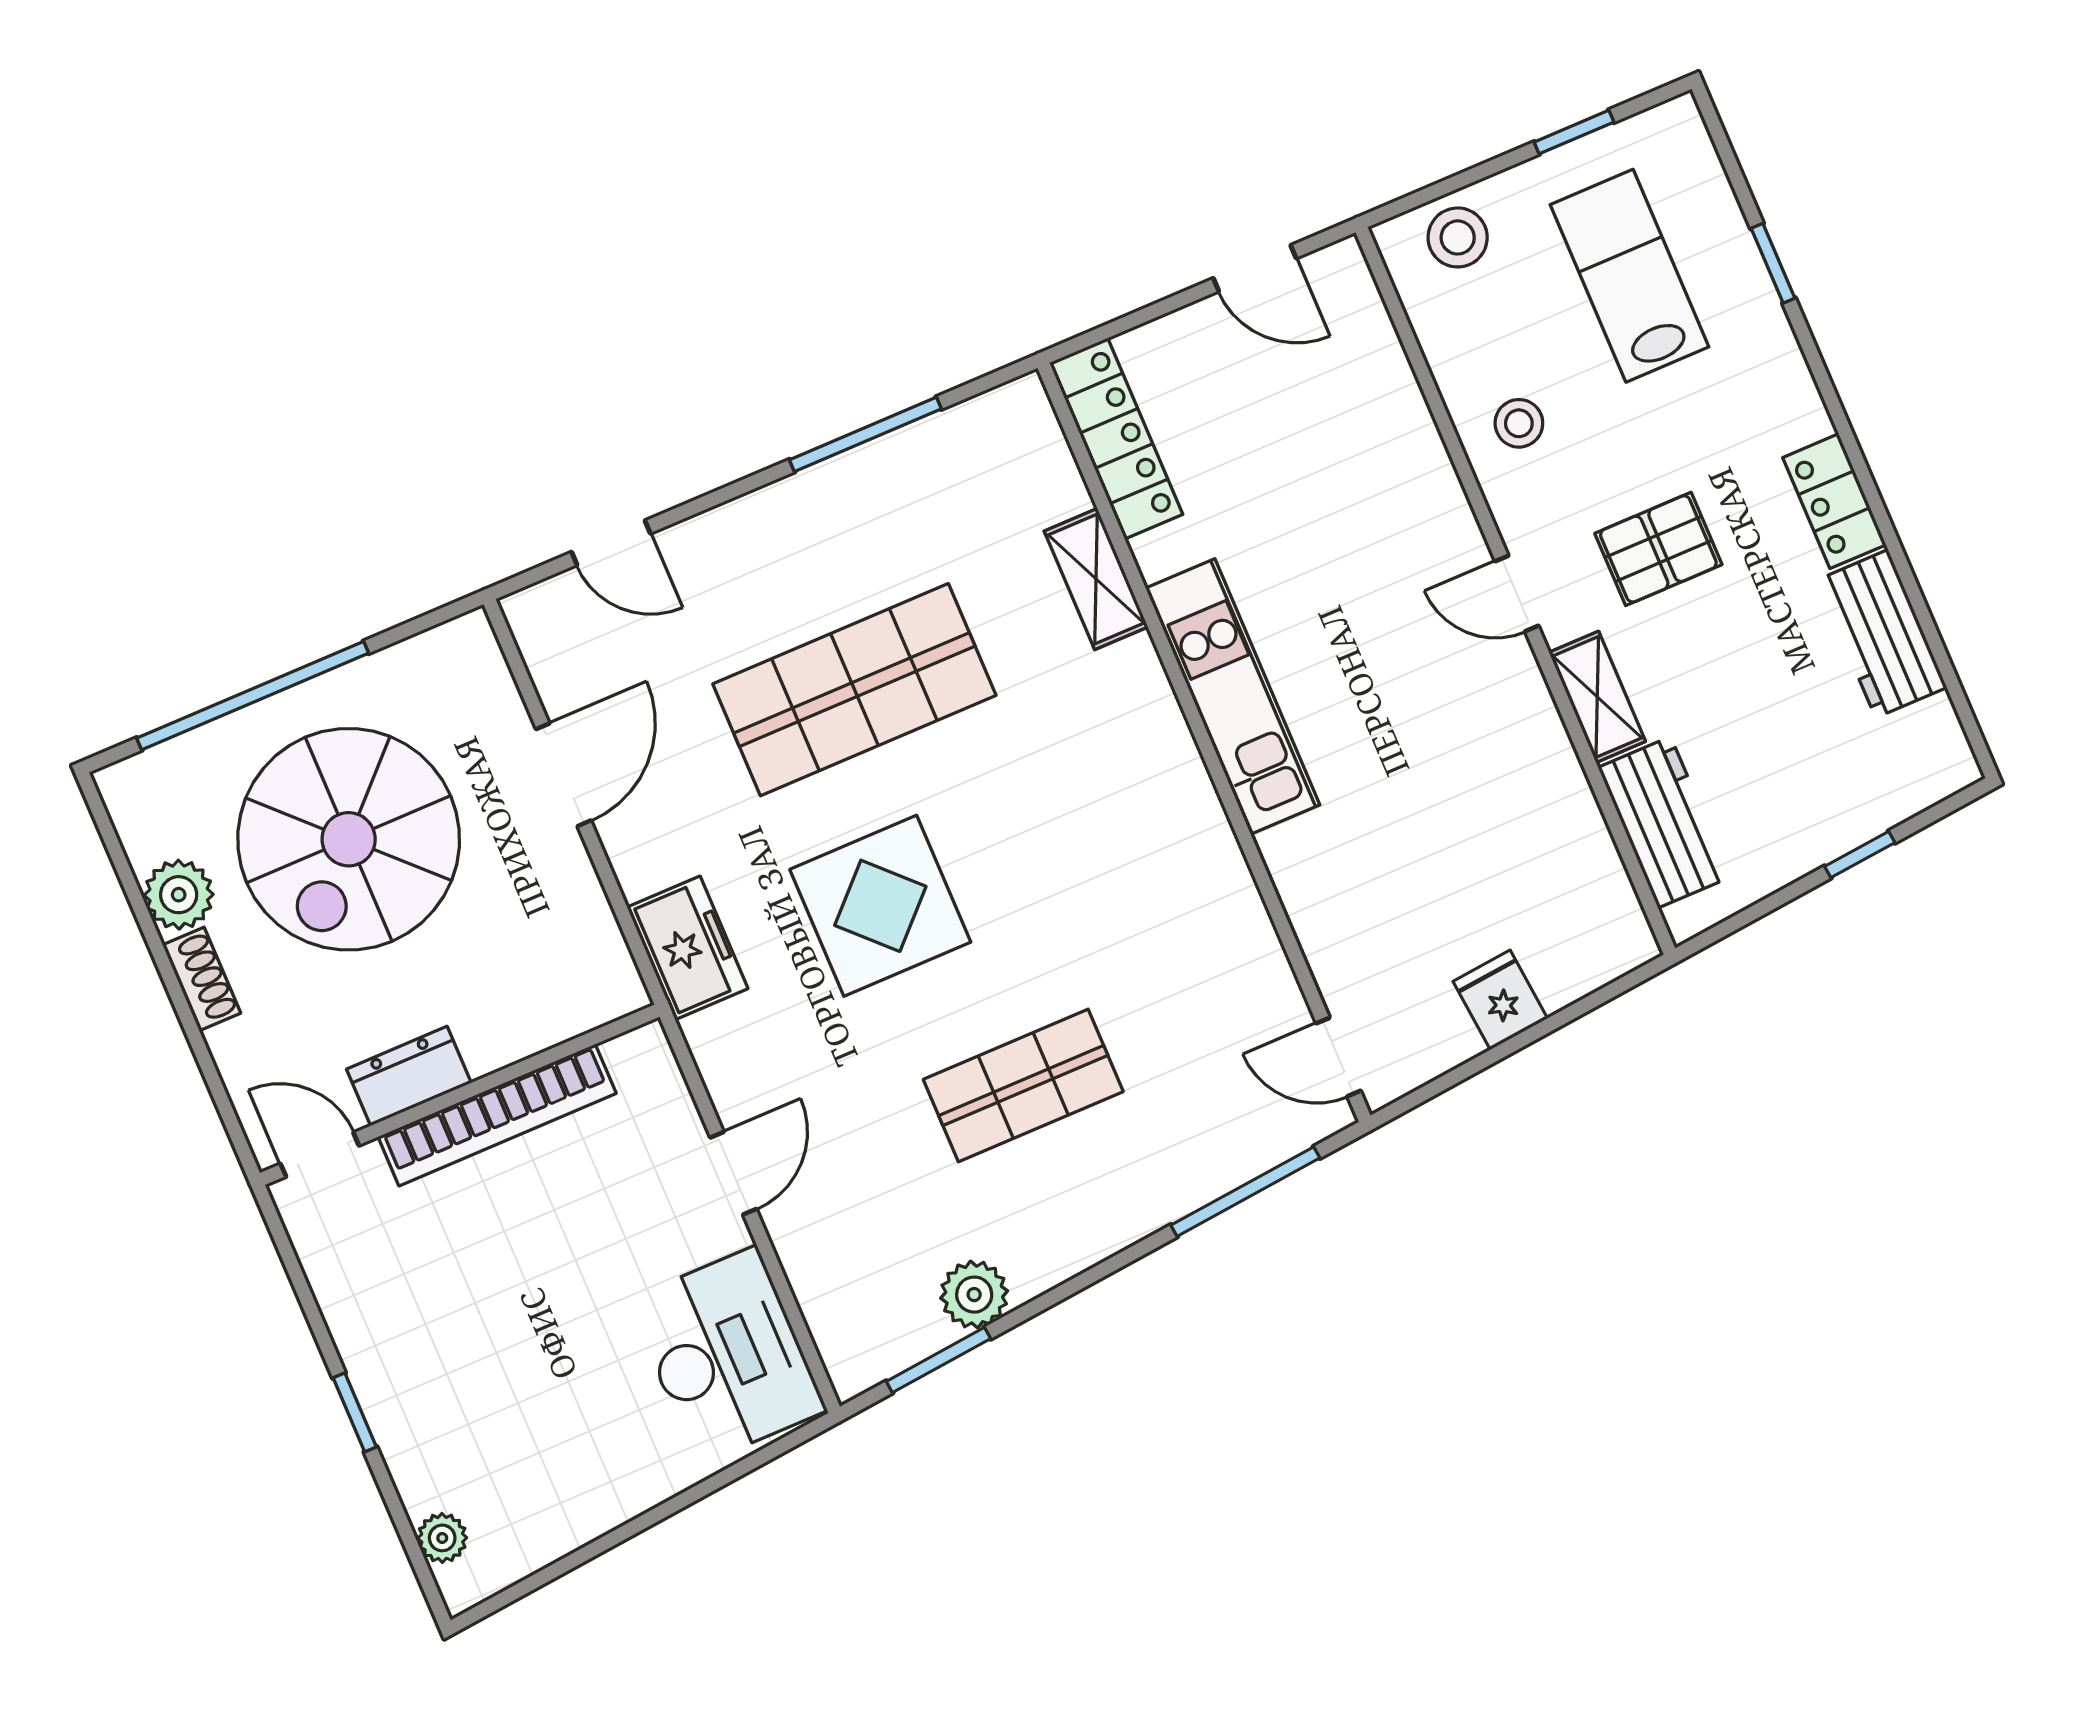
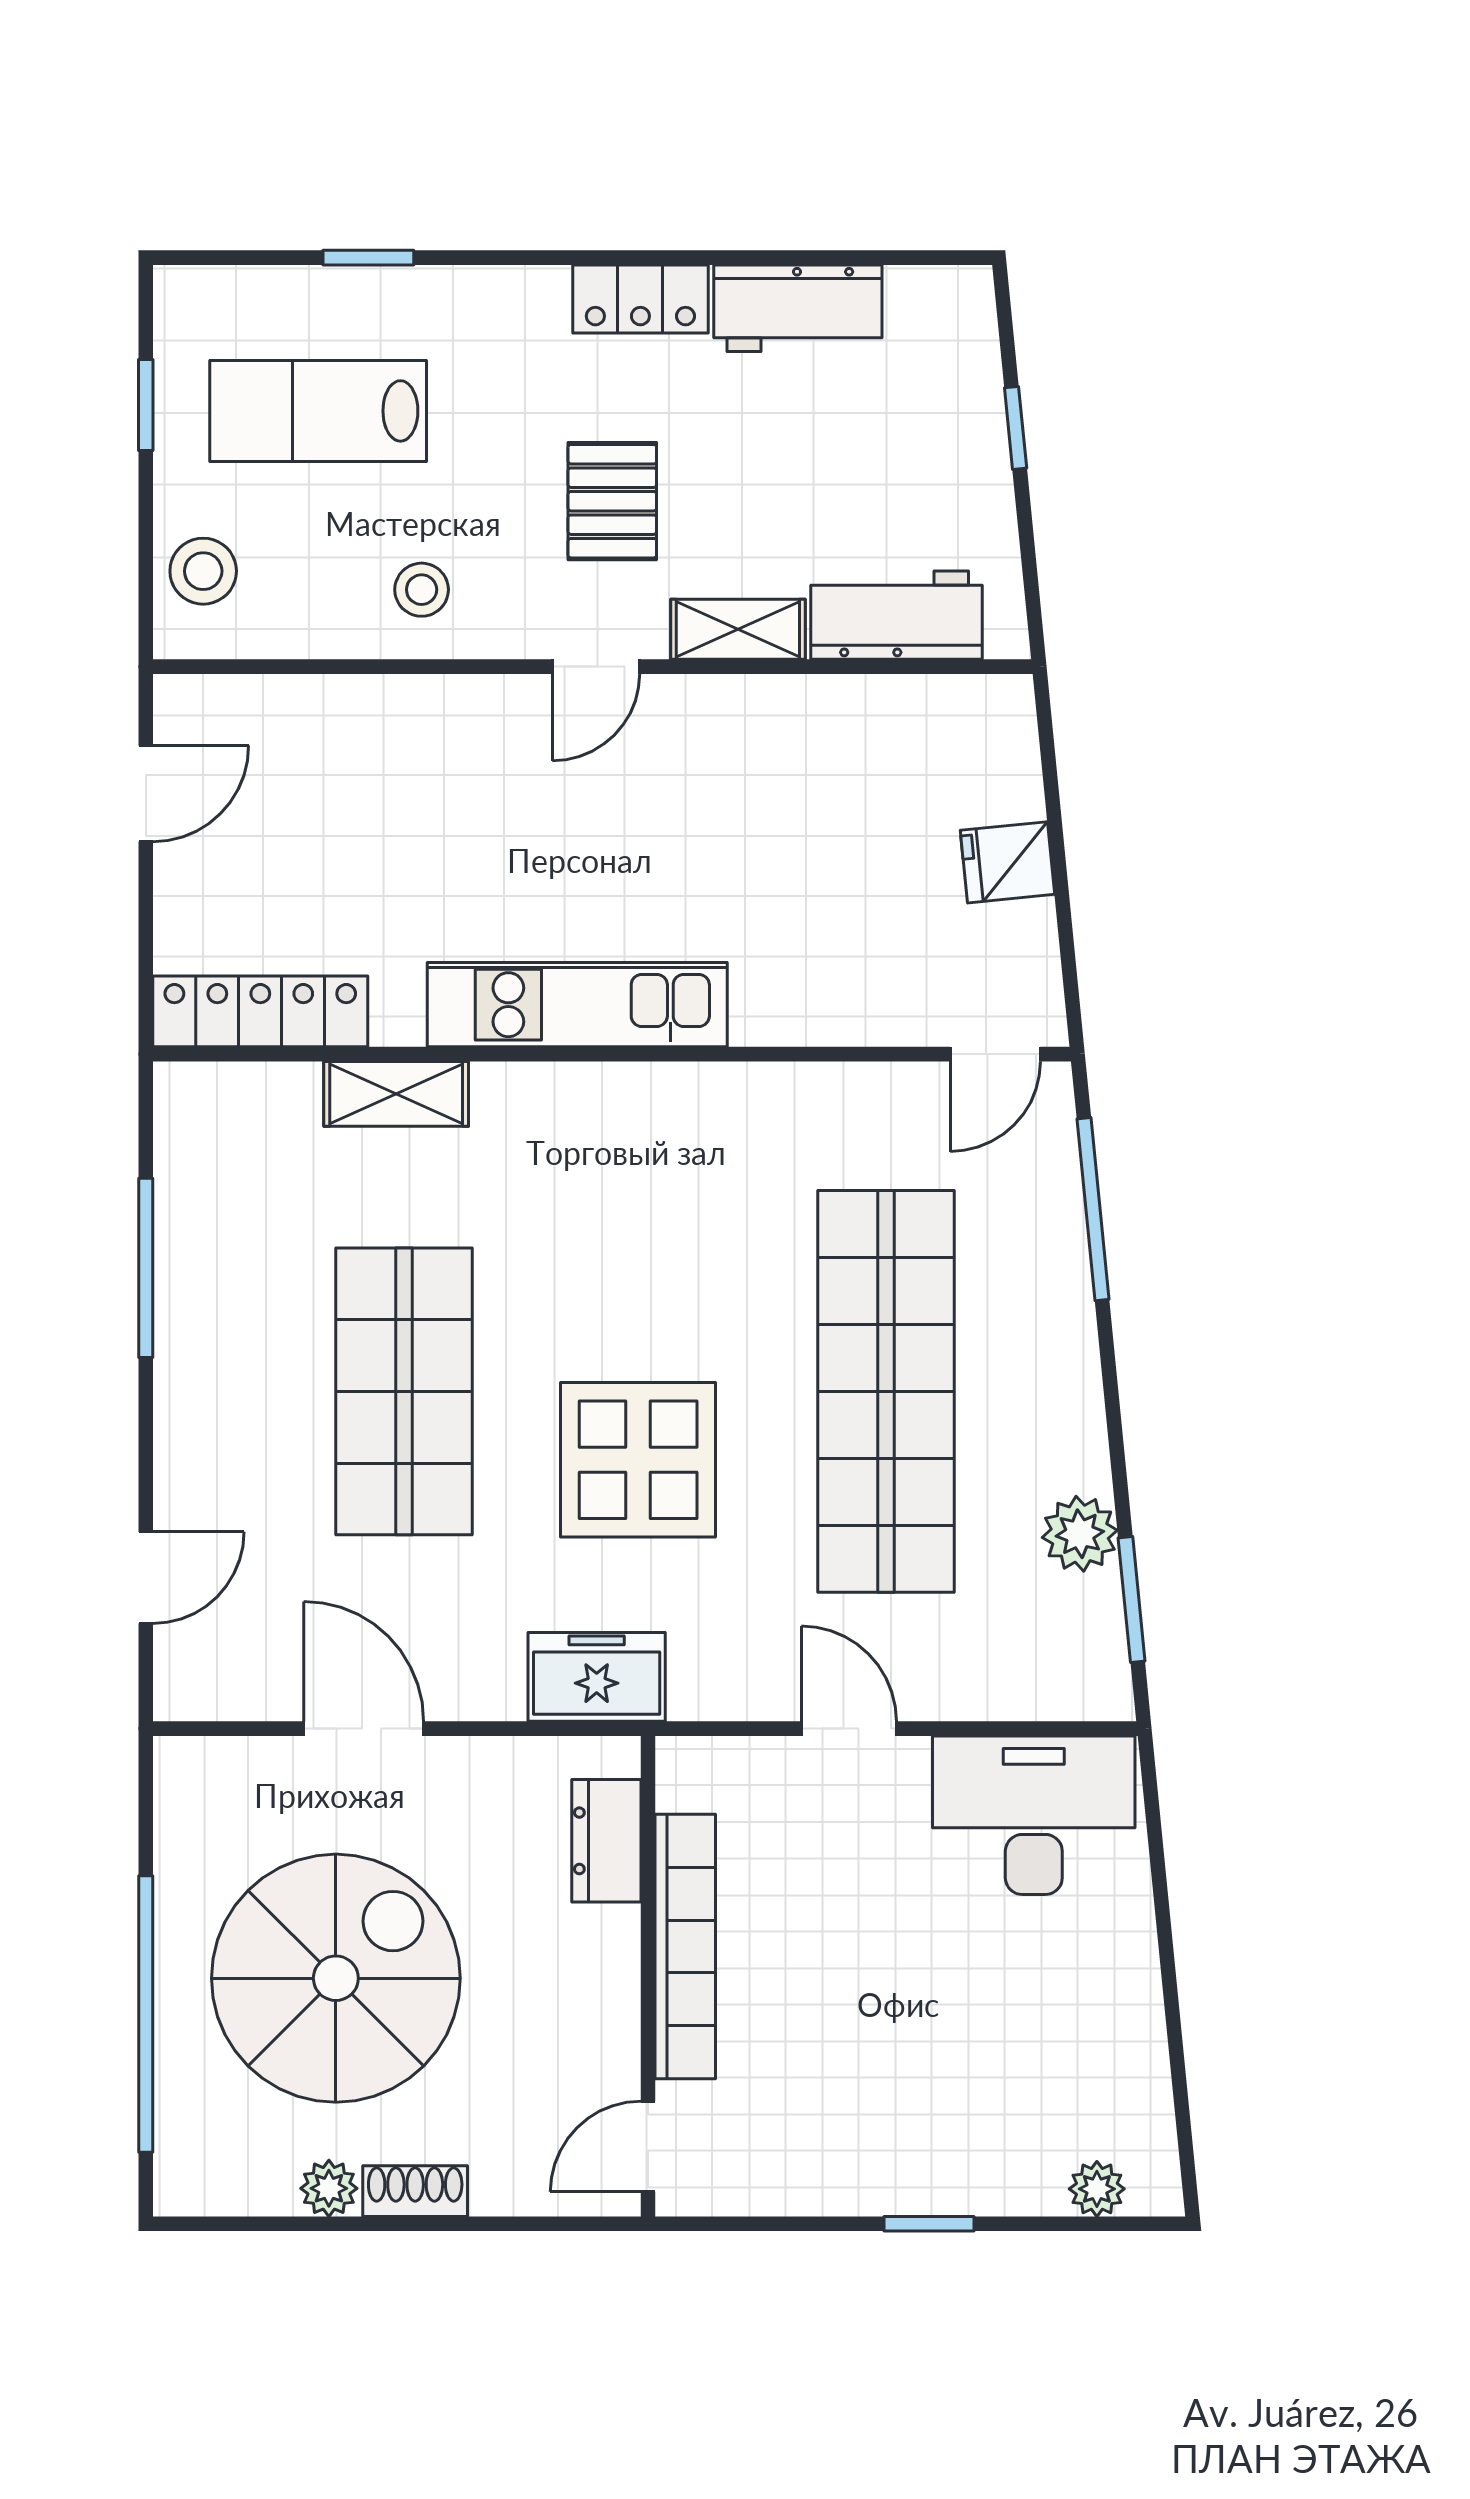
spiral stairs: (349, 839) -> (336, 1978), turned -90
plant: (179, 895) -> (329, 2188), width x0.73, depth x0.73
dresser: (409, 1076) -> (606, 1841), moved
shop shelf: (1023, 1086) -> (886, 1391), width x2.00, depth x1.36

